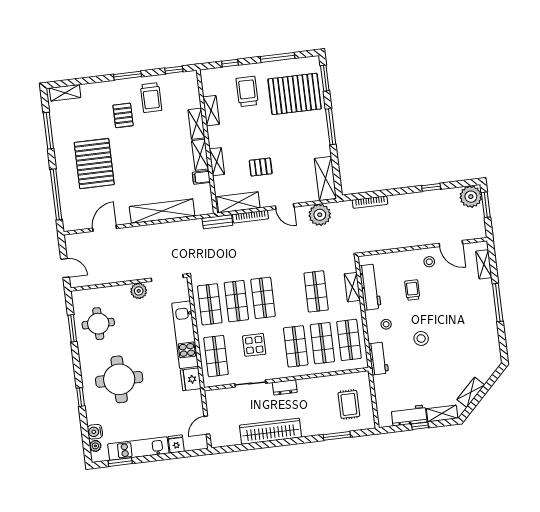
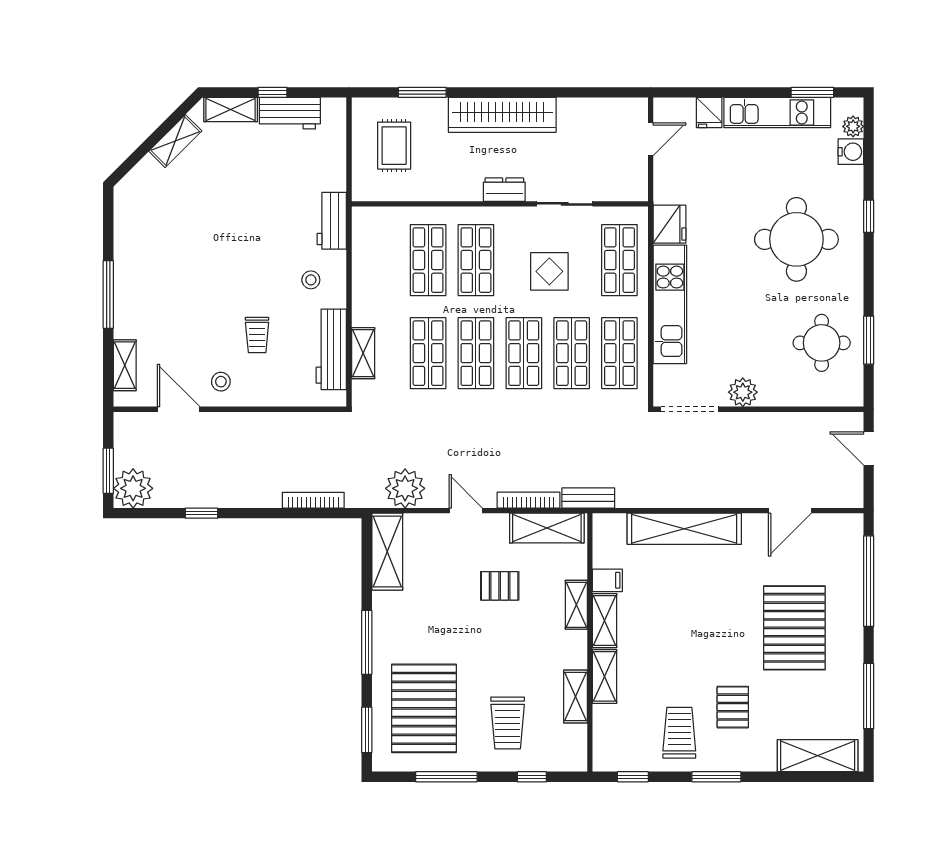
shelving: (65, 93) -> (818, 756), width x1.50, depth x1.33
pallet: (295, 94) -> (424, 708), turned 90
stool: (421, 338) -> (252, 247), removed
shop shelf: (349, 340) -> (476, 353), moved
wardrobe: (271, 431) -> (502, 115), moved

